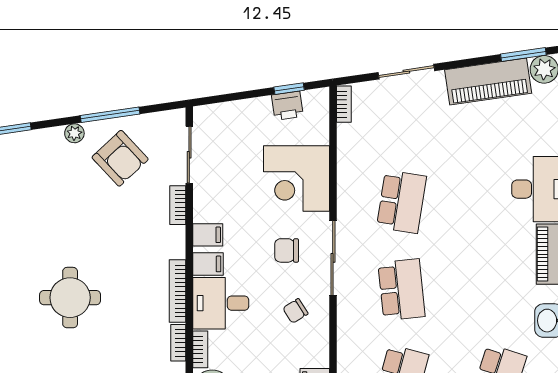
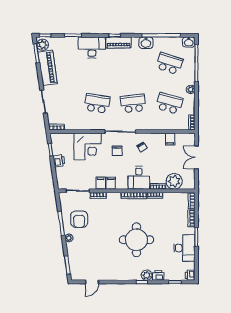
printer: (287, 106) -> (59, 161), moved
armchair: (120, 158) -> (79, 219), turned 133
filing cabinet: (208, 264) -> (101, 183), moved
round table: (70, 298) -> (136, 240), width x1.36, depth x1.36

